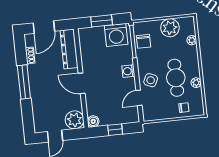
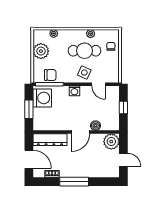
boiler: (93, 121) -> (96, 126), moved

